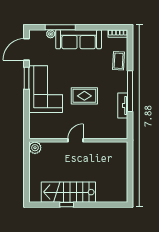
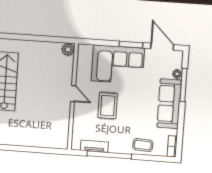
door: (75, 140) -> (73, 94), moved
wall: (78, 140) -> (73, 97), moved
plant: (35, 148) -> (68, 49), moved

